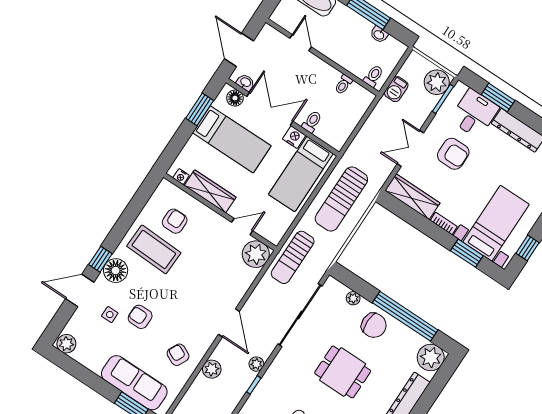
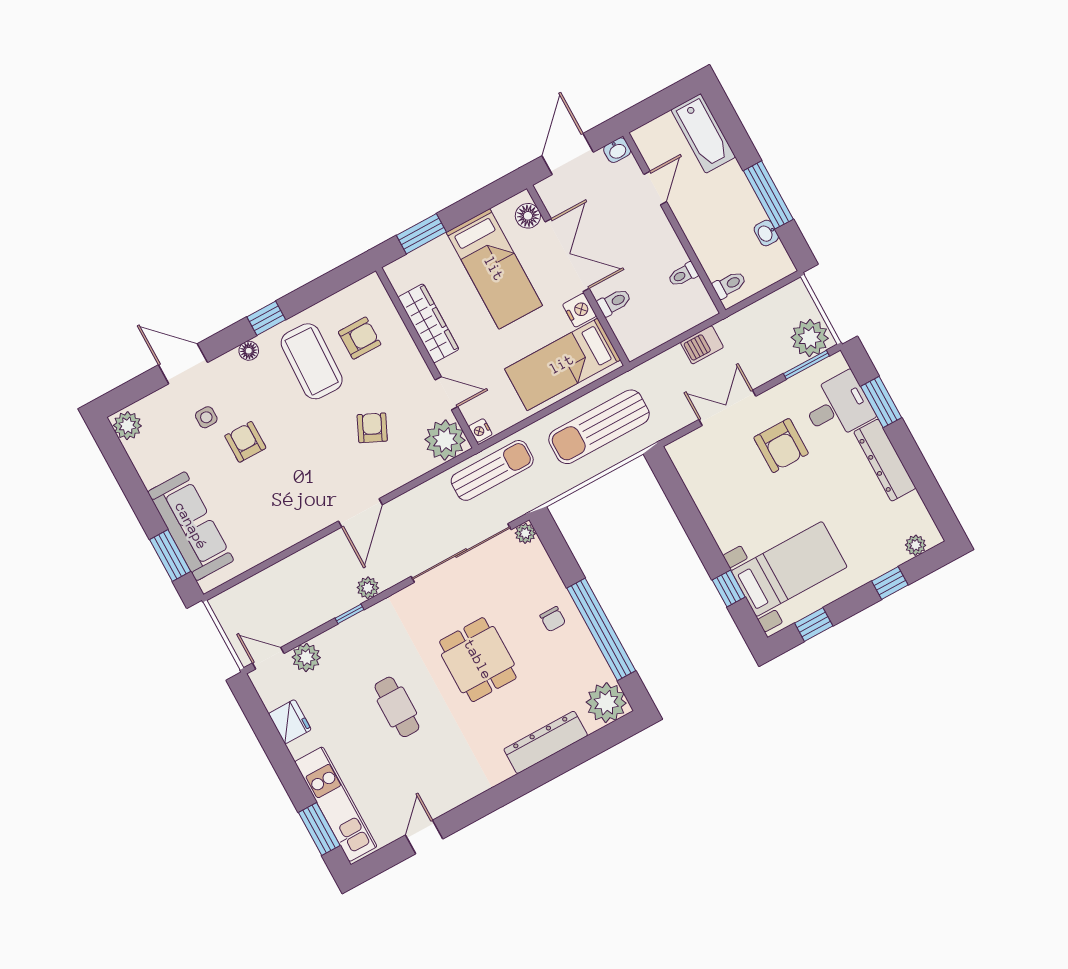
washbasin: (245, 82) -> (617, 150), moved, turned 90
barbecue: (396, 89) -> (702, 345), moved
window: (200, 109) -> (421, 234), moved
nightstand: (181, 177) -> (480, 430), moved
wardrobe: (412, 197) -> (696, 474), removed
bookcase: (444, 224) -> (719, 532), removed
window: (467, 253) -> (729, 589), width x0.67
sun lounger: (293, 257) -> (492, 470), turned 180
window: (100, 259) -> (266, 318), moved
floor lamp: (116, 271) -> (249, 351), width x0.53, depth x0.53
plant: (353, 298) -> (525, 533), moved
chair: (374, 325) -> (553, 619), width x0.54, depth x0.54
armchair: (178, 355) -> (372, 428), moved
plant: (212, 369) -> (304, 563), removed

